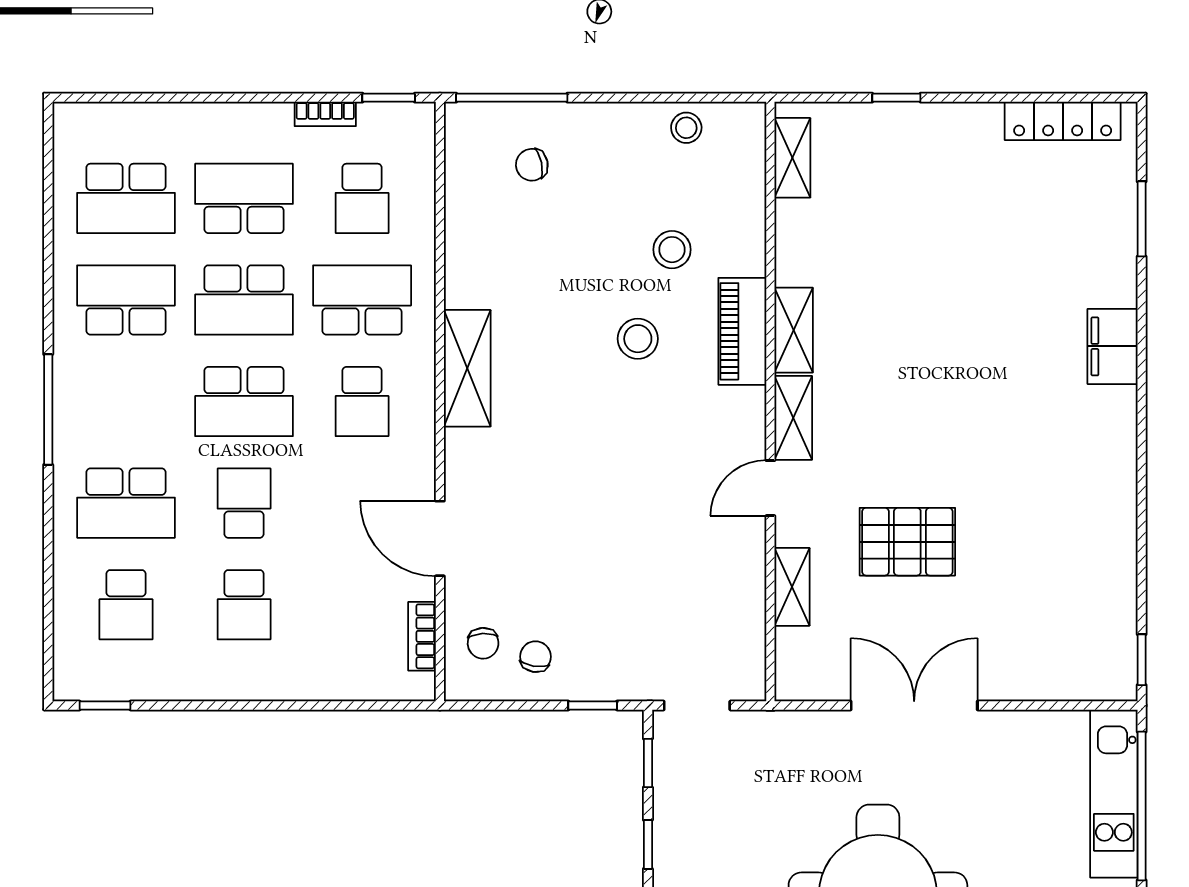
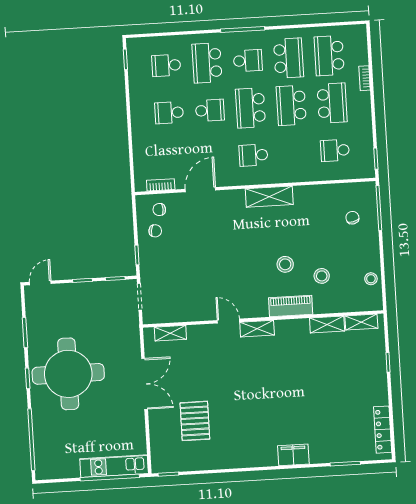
bookcase: (325, 114) -> (365, 78), moved
school desk: (362, 300) -> (248, 61), moved, width x0.54
shelving: (794, 330) -> (327, 325), moved
pallet: (907, 542) -> (195, 421), moved
shelving: (792, 587) -> (170, 333), moved

